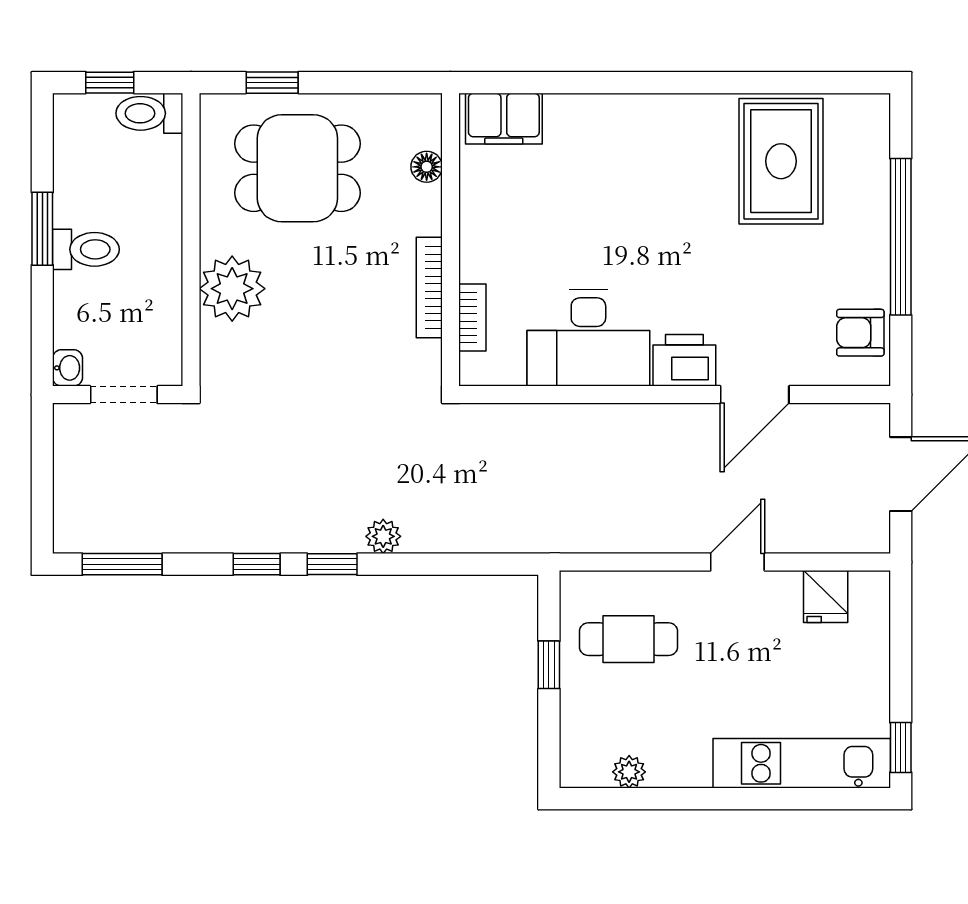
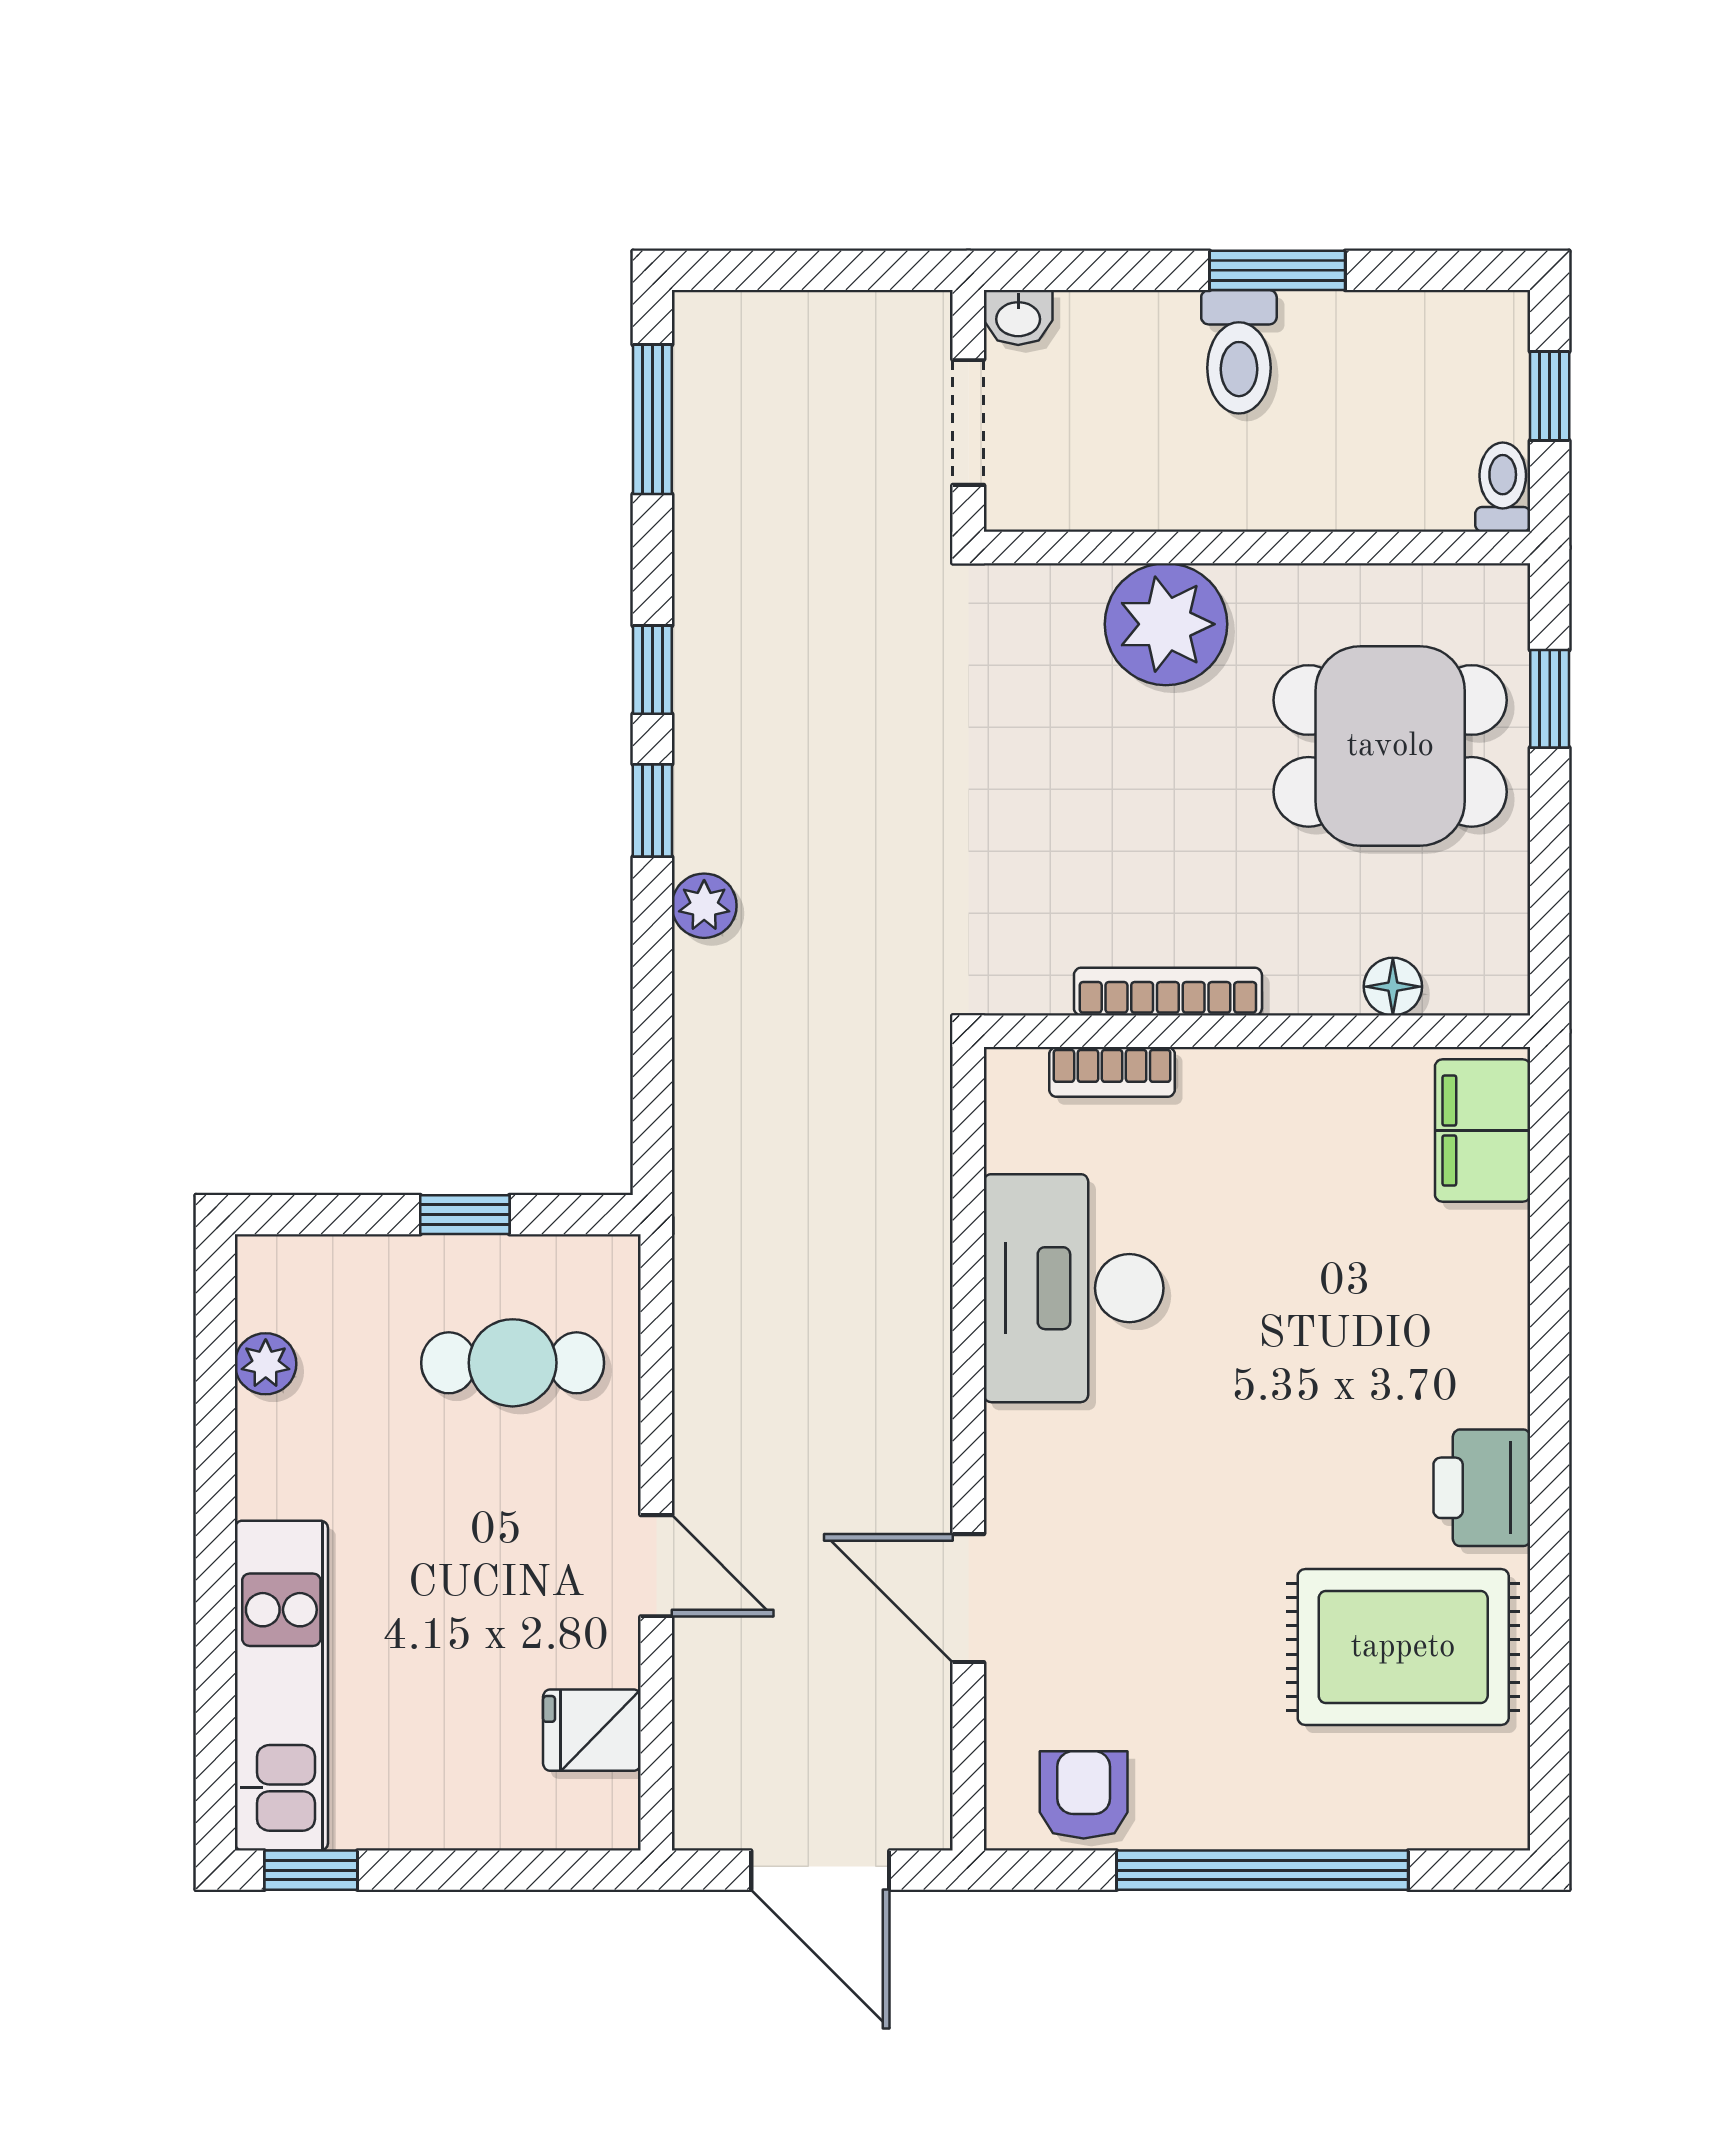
toilet: (149, 113) -> (1503, 487), width x0.73, depth x0.72
dining table: (297, 168) -> (1390, 746), turned 90
printer: (684, 360) -> (1482, 1488), moved, turned 180
cafe table: (629, 639) -> (513, 1363), turned 90

